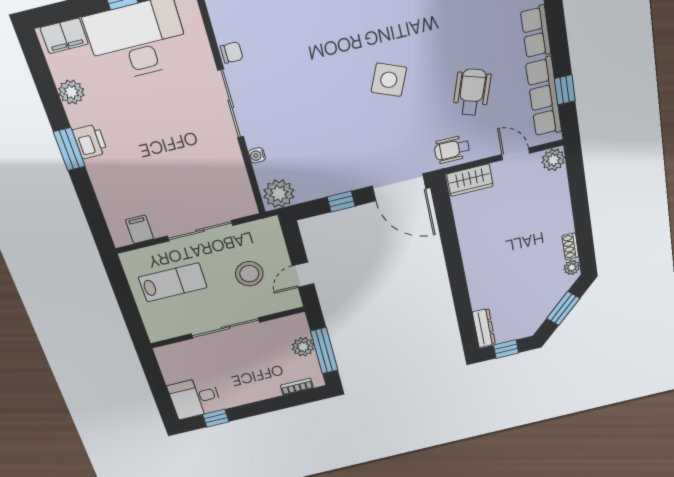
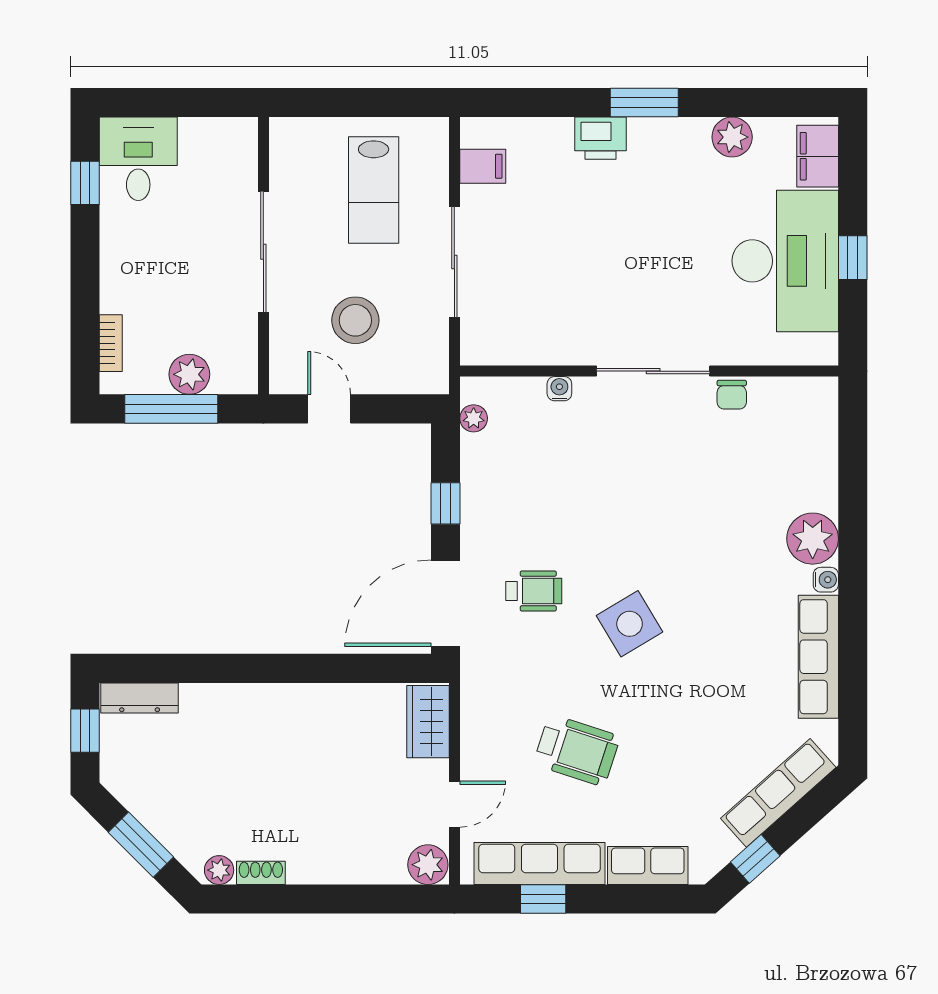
side table: (389, 80) -> (630, 624), turned 36
printer: (90, 142) -> (601, 138), moved
wheelchair: (452, 149) -> (534, 591), moved, turned 90
plant: (279, 194) -> (474, 418), width x0.53, depth x0.53

